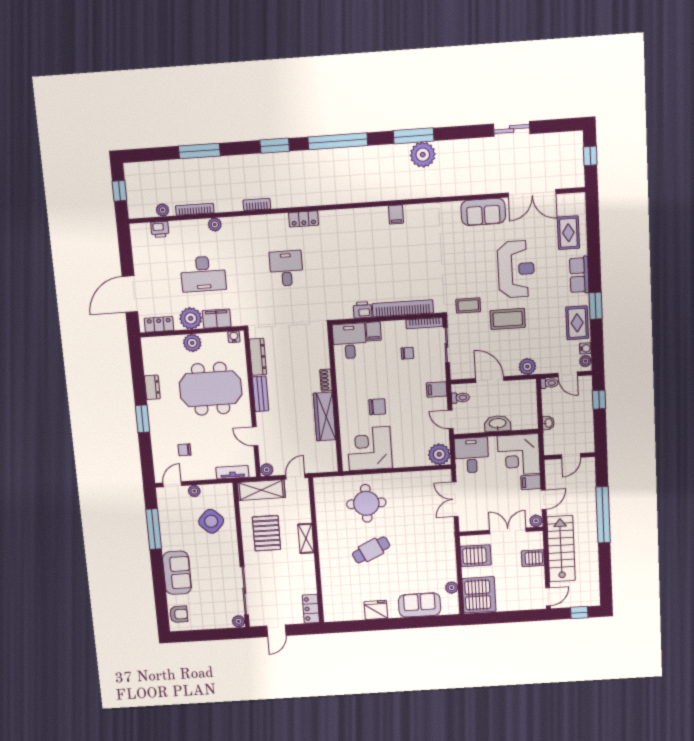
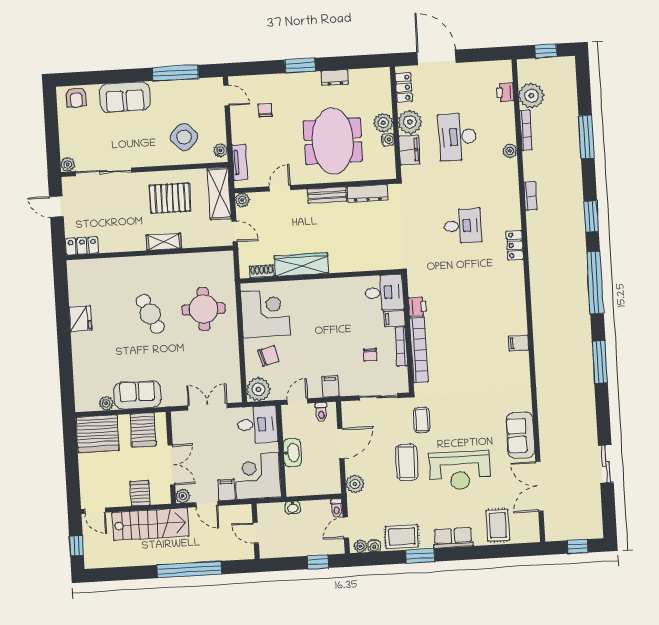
plant: (423, 155) -> (580, 371), removed
plant: (163, 210) -> (531, 96), width x1.87, depth x1.87
rug: (568, 233) -> (498, 525), turned 90
bookcase: (424, 323) -> (401, 347), moved
water cooler: (234, 337) -> (388, 140), moved
shoe rack: (326, 380) -> (262, 271), moved
chair: (377, 407) -> (268, 356), moved, turned -104
plant: (194, 491) -> (220, 150), moved
sofa: (420, 605) -> (137, 395), moved, turned -90

